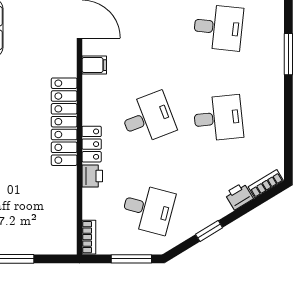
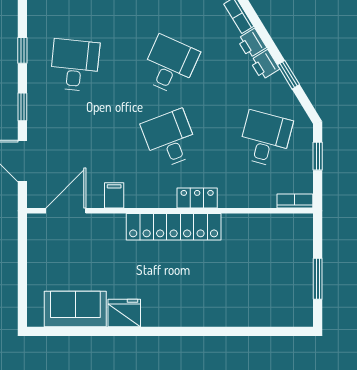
desk: (218, 118) -> (170, 65), turned 30
printer: (92, 176) -> (265, 65), moved, turned -121
window: (131, 259) -> (318, 156), width x0.67

